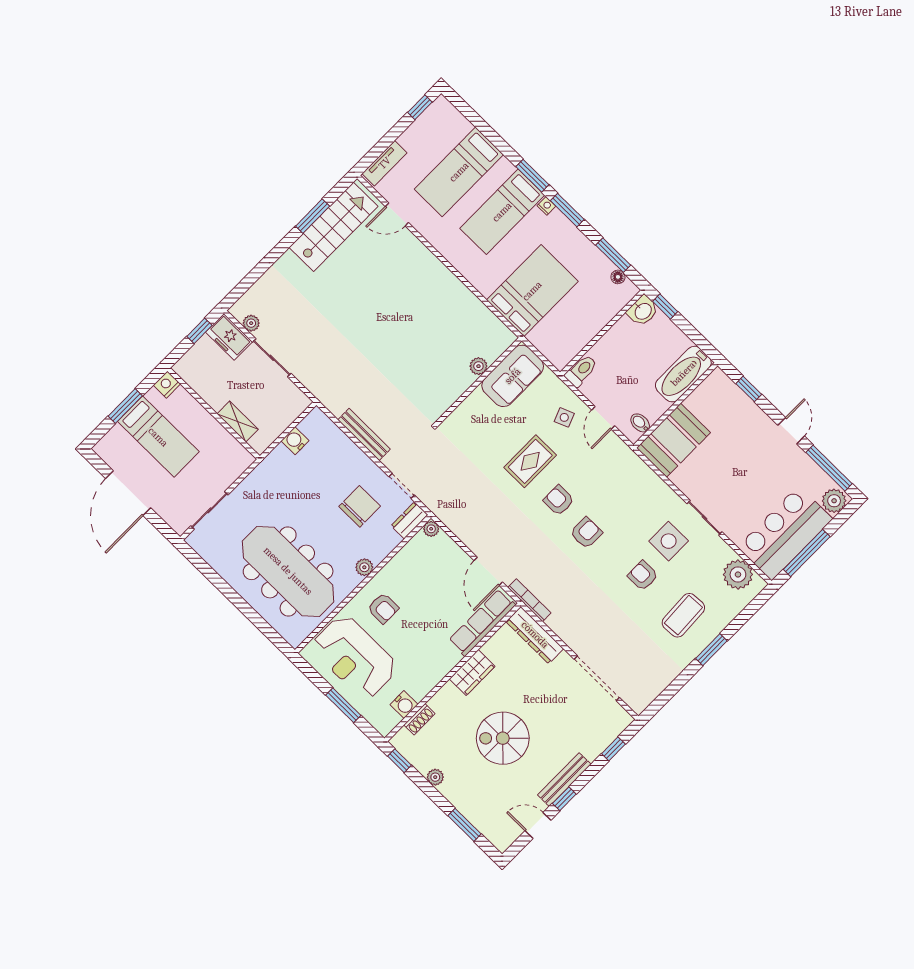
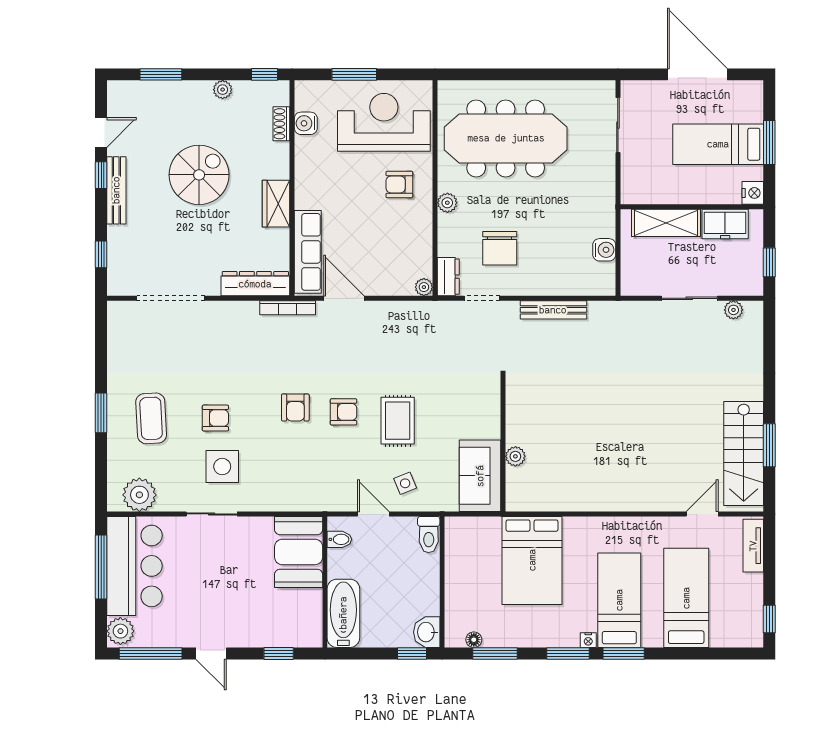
freezer: (229, 337) -> (725, 224), moved, turned 180
shelving: (238, 422) -> (666, 223), width x1.50, depth x1.33

